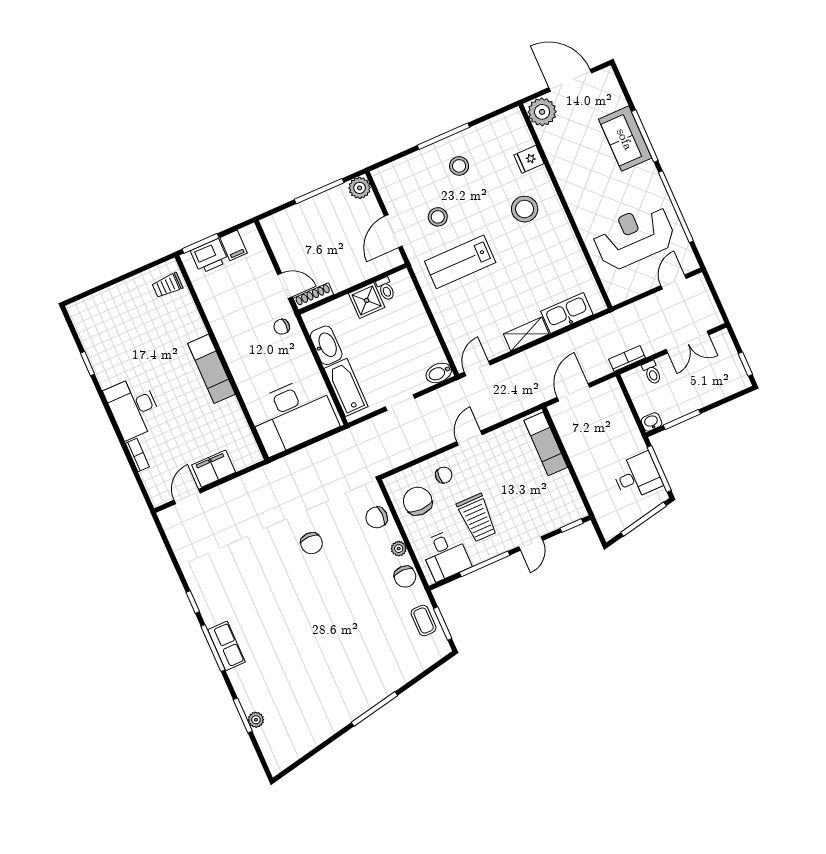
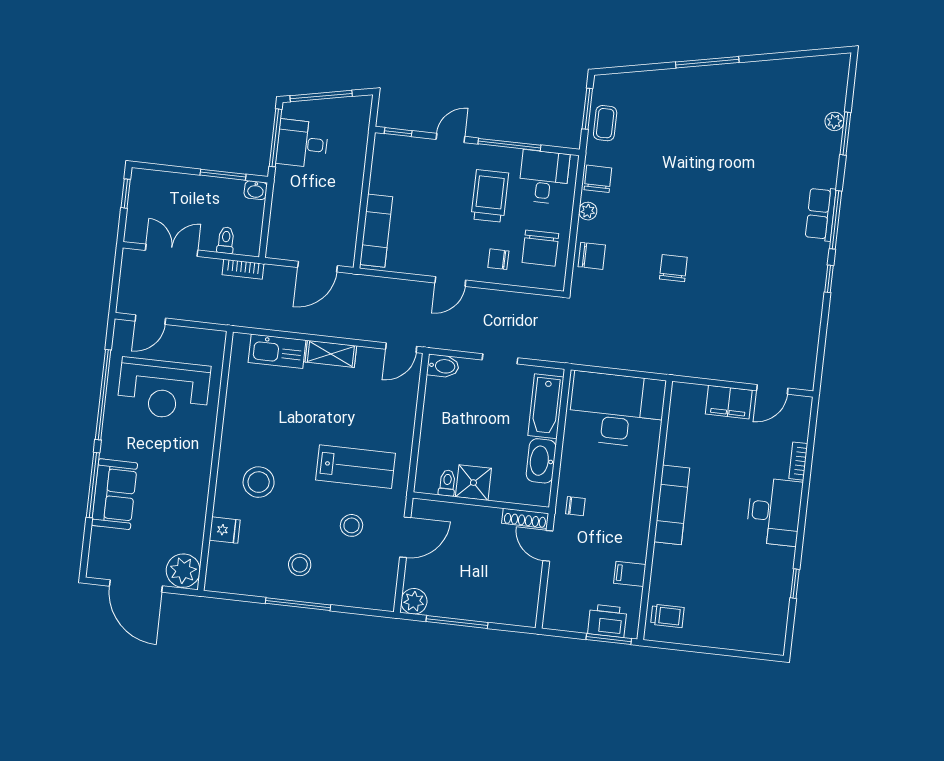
filing cabinet: (234, 245) -> (630, 574), moved, turned -90

